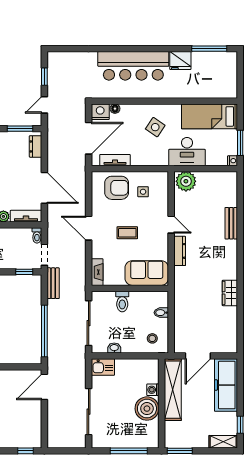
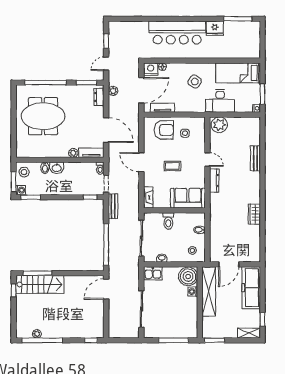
plant: (53, 139) -> (113, 91), added
boiler: (147, 409) -> (188, 276), moved

